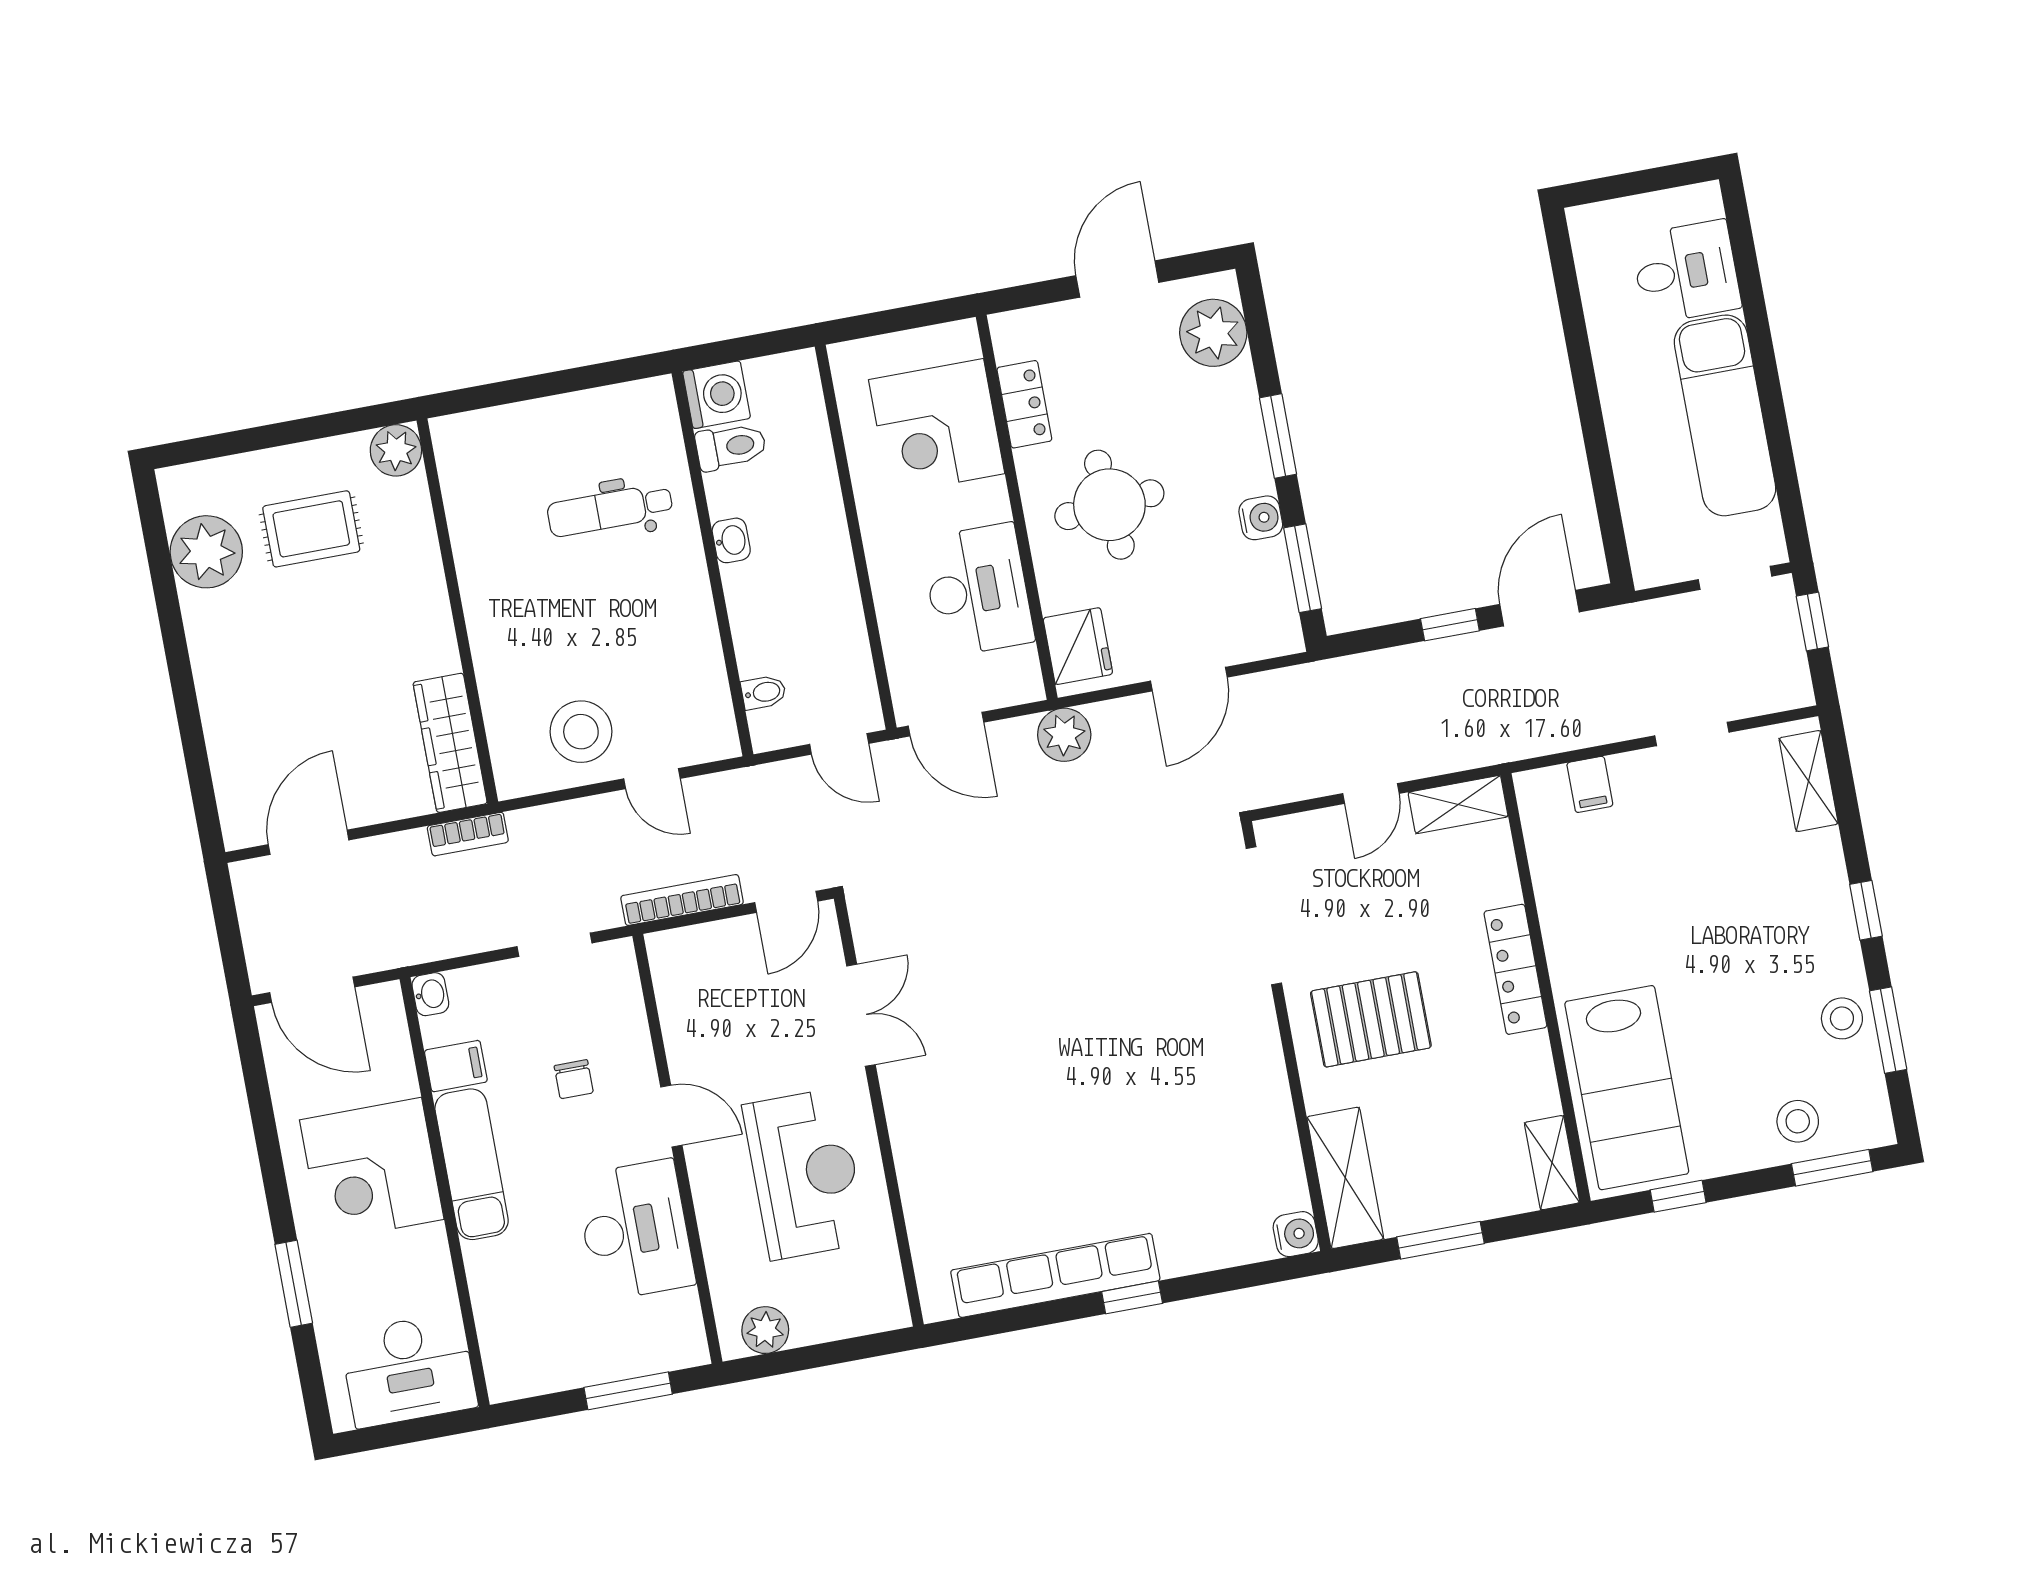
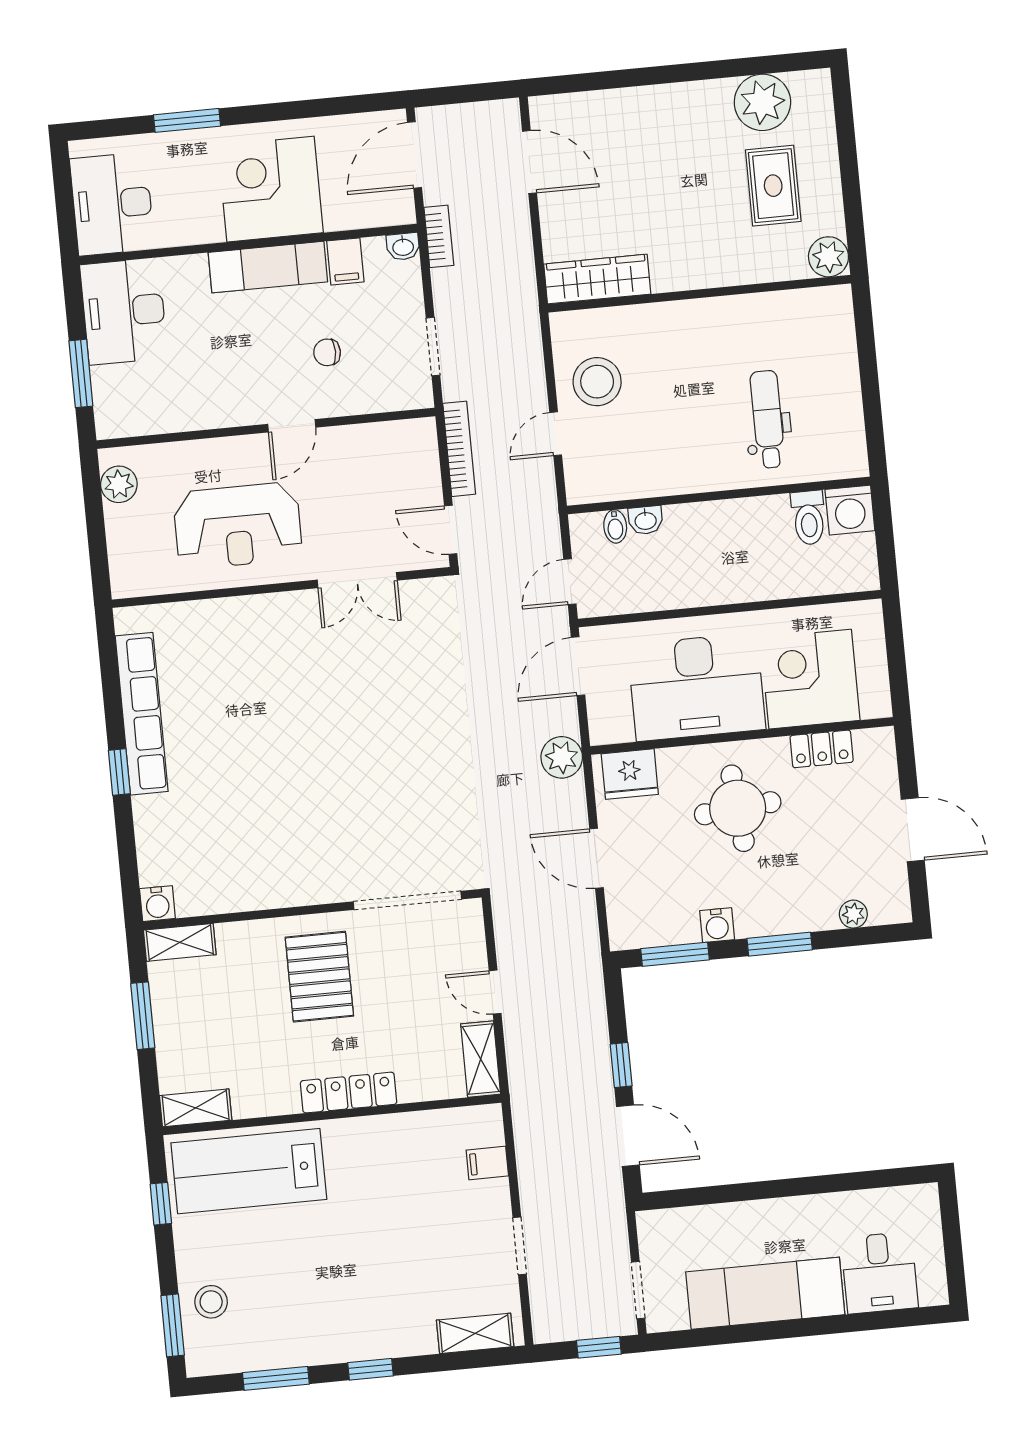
plant: (1213, 333) -> (853, 914), width x0.53, depth x0.53
washbasin: (731, 540) -> (646, 520), moved
desk: (978, 590) -> (697, 687), width x1.36, depth x1.30
bookcase: (468, 834) -> (439, 236), moved, turned 180
stool: (1842, 1018) -> (288, 1343), removed
shelving: (1345, 1178) -> (180, 942), width x0.67, depth x0.75
desk: (635, 1230) -> (124, 311), moved, turned 90

